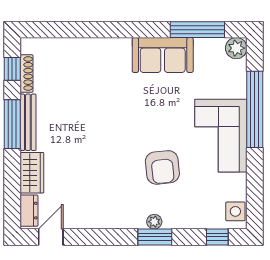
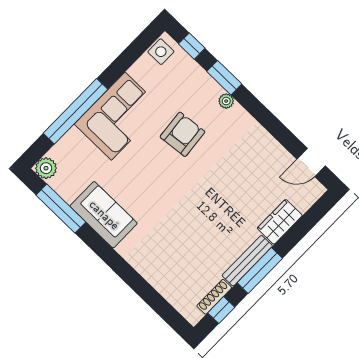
dresser: (29, 211) -> (308, 197), removed
window: (155, 237) -> (224, 78), moved

